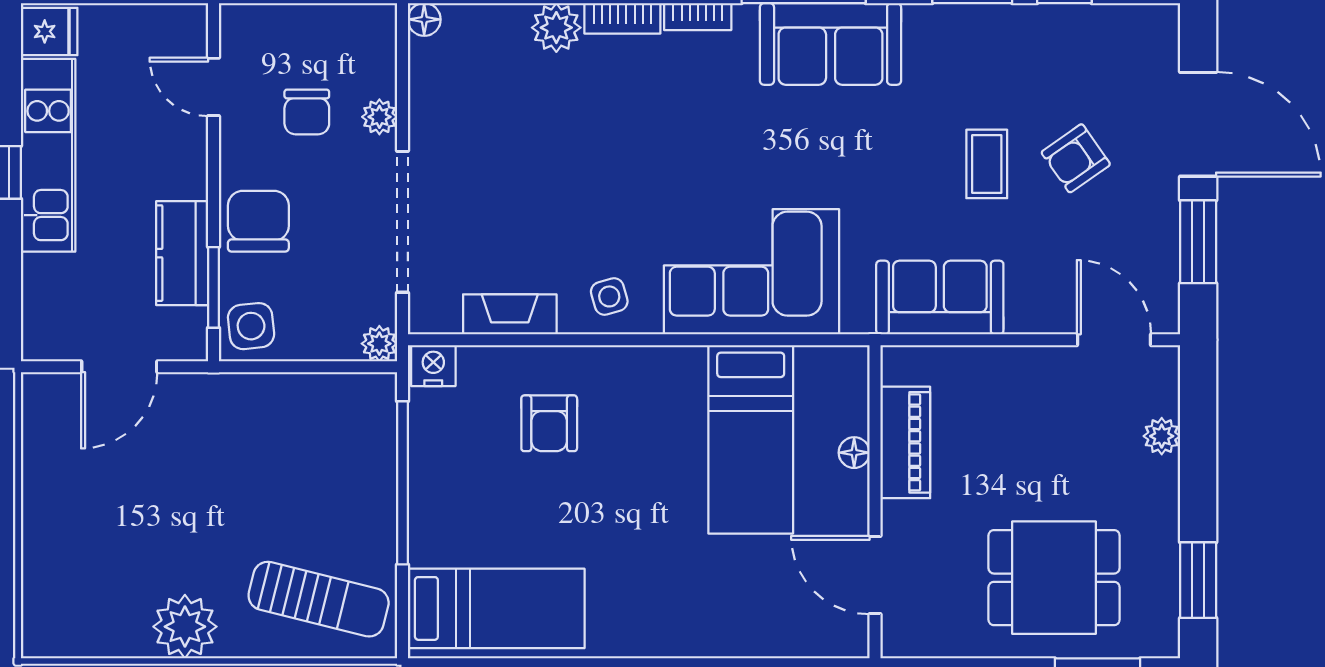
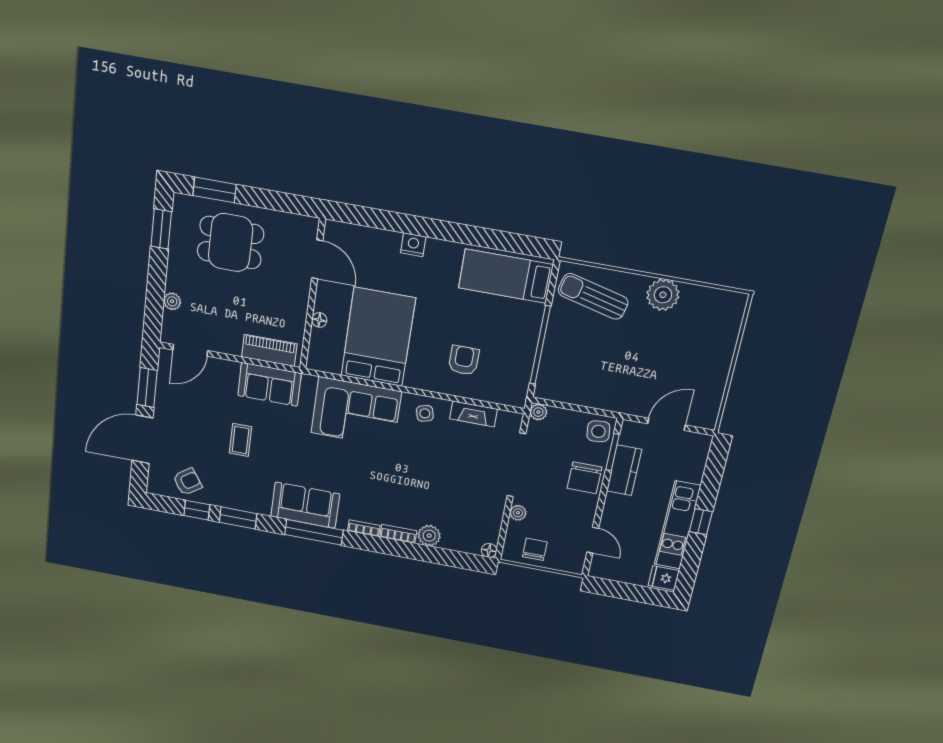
chair: (307, 112) -> (535, 549), moved
door: (1198, 124) -> (142, 439), hinge flipped
armchair: (1076, 158) -> (187, 482), moved
door: (1114, 340) -> (190, 350), hinge flipped
nightstand: (433, 366) -> (413, 245), moved, turned 180
bed: (751, 439) -> (378, 337), width x1.50
piano: (905, 442) -> (269, 350), moved, turned 90

